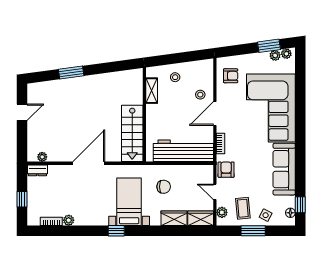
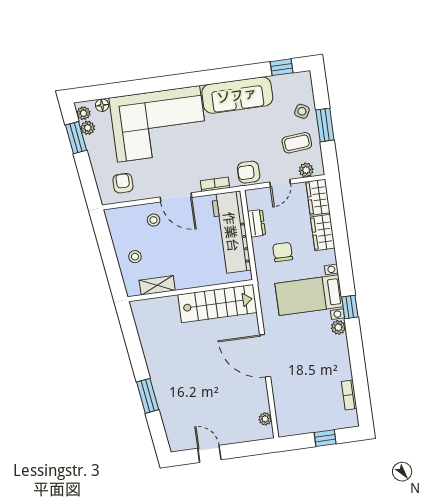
dresser: (37, 170) -> (257, 223), moved
floor lamp: (290, 213) -> (102, 105), moved
plant: (69, 220) -> (338, 327), moved

